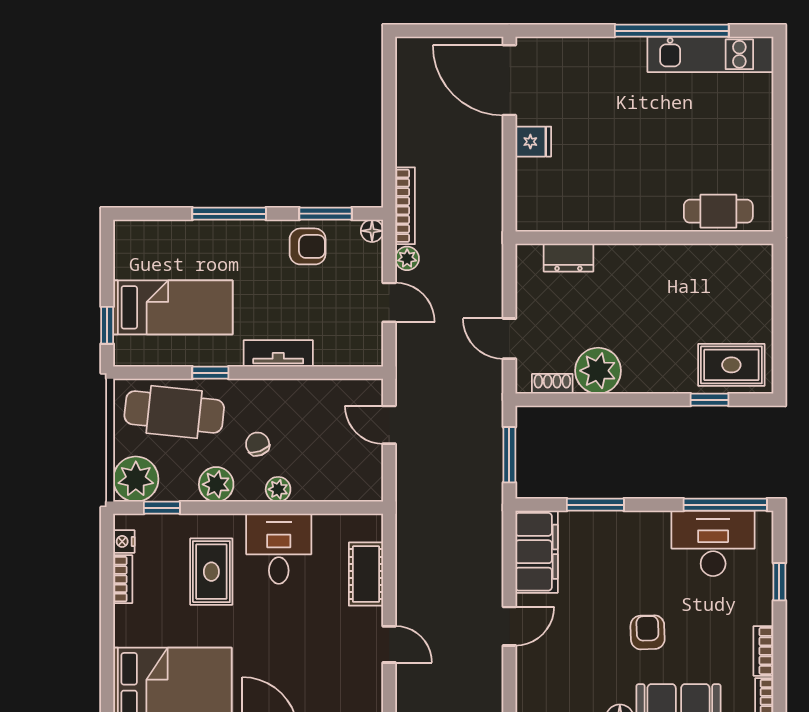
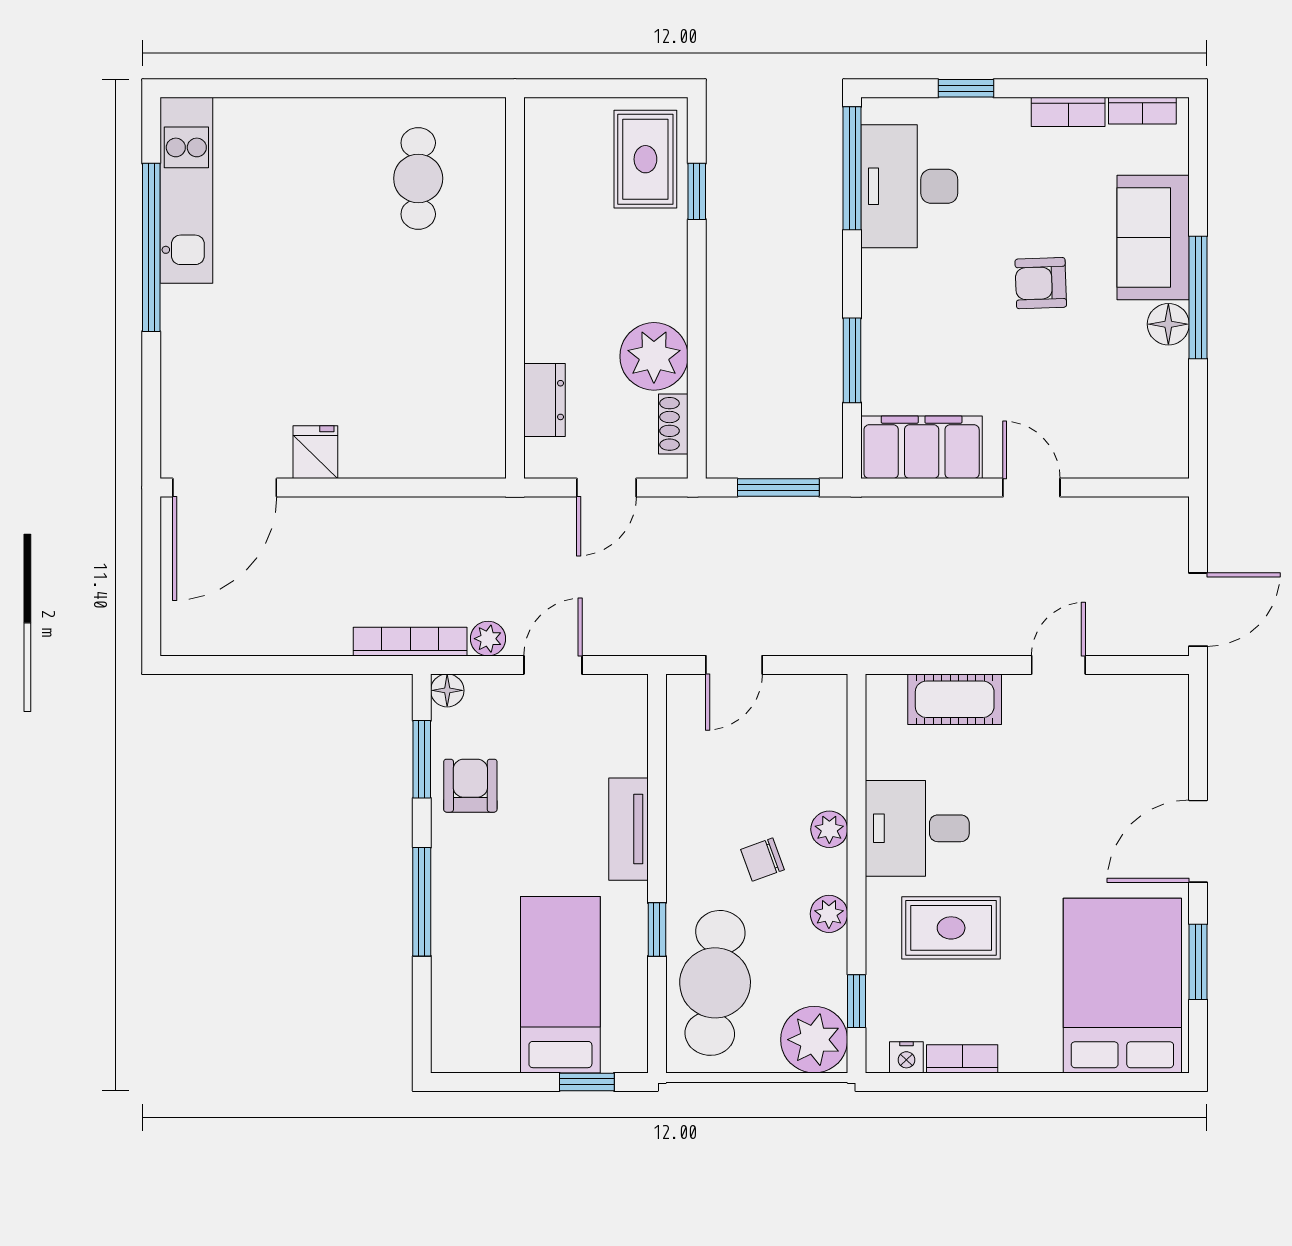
wall: (644, 238) -> (515, 288), moved
dresser: (568, 258) -> (544, 400), moved
plant: (216, 484) -> (829, 914), width x0.73, depth x0.73

